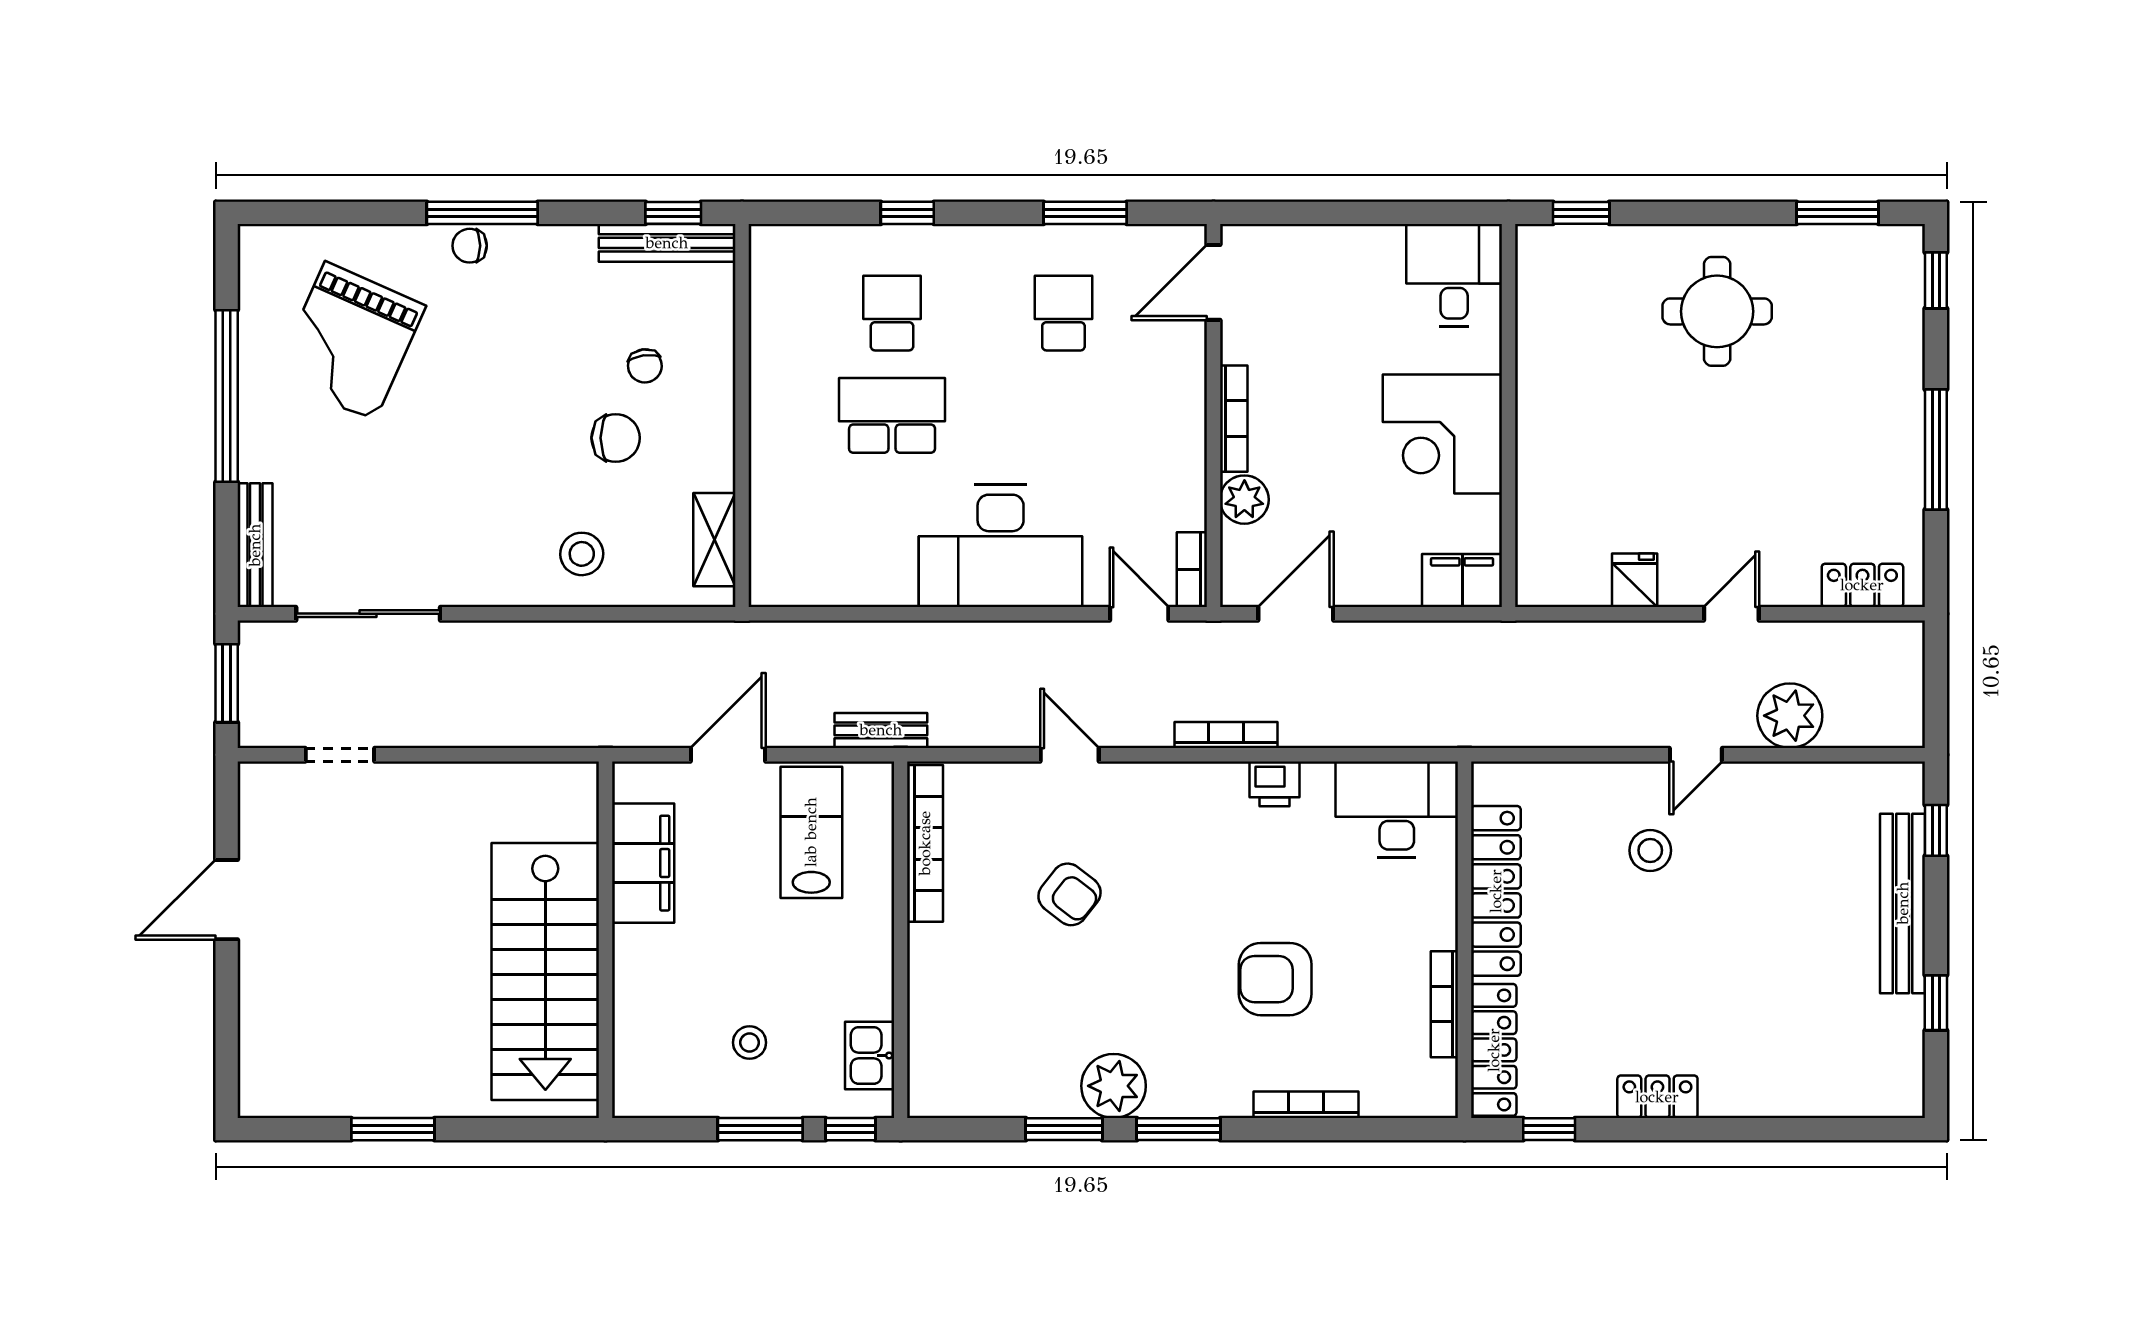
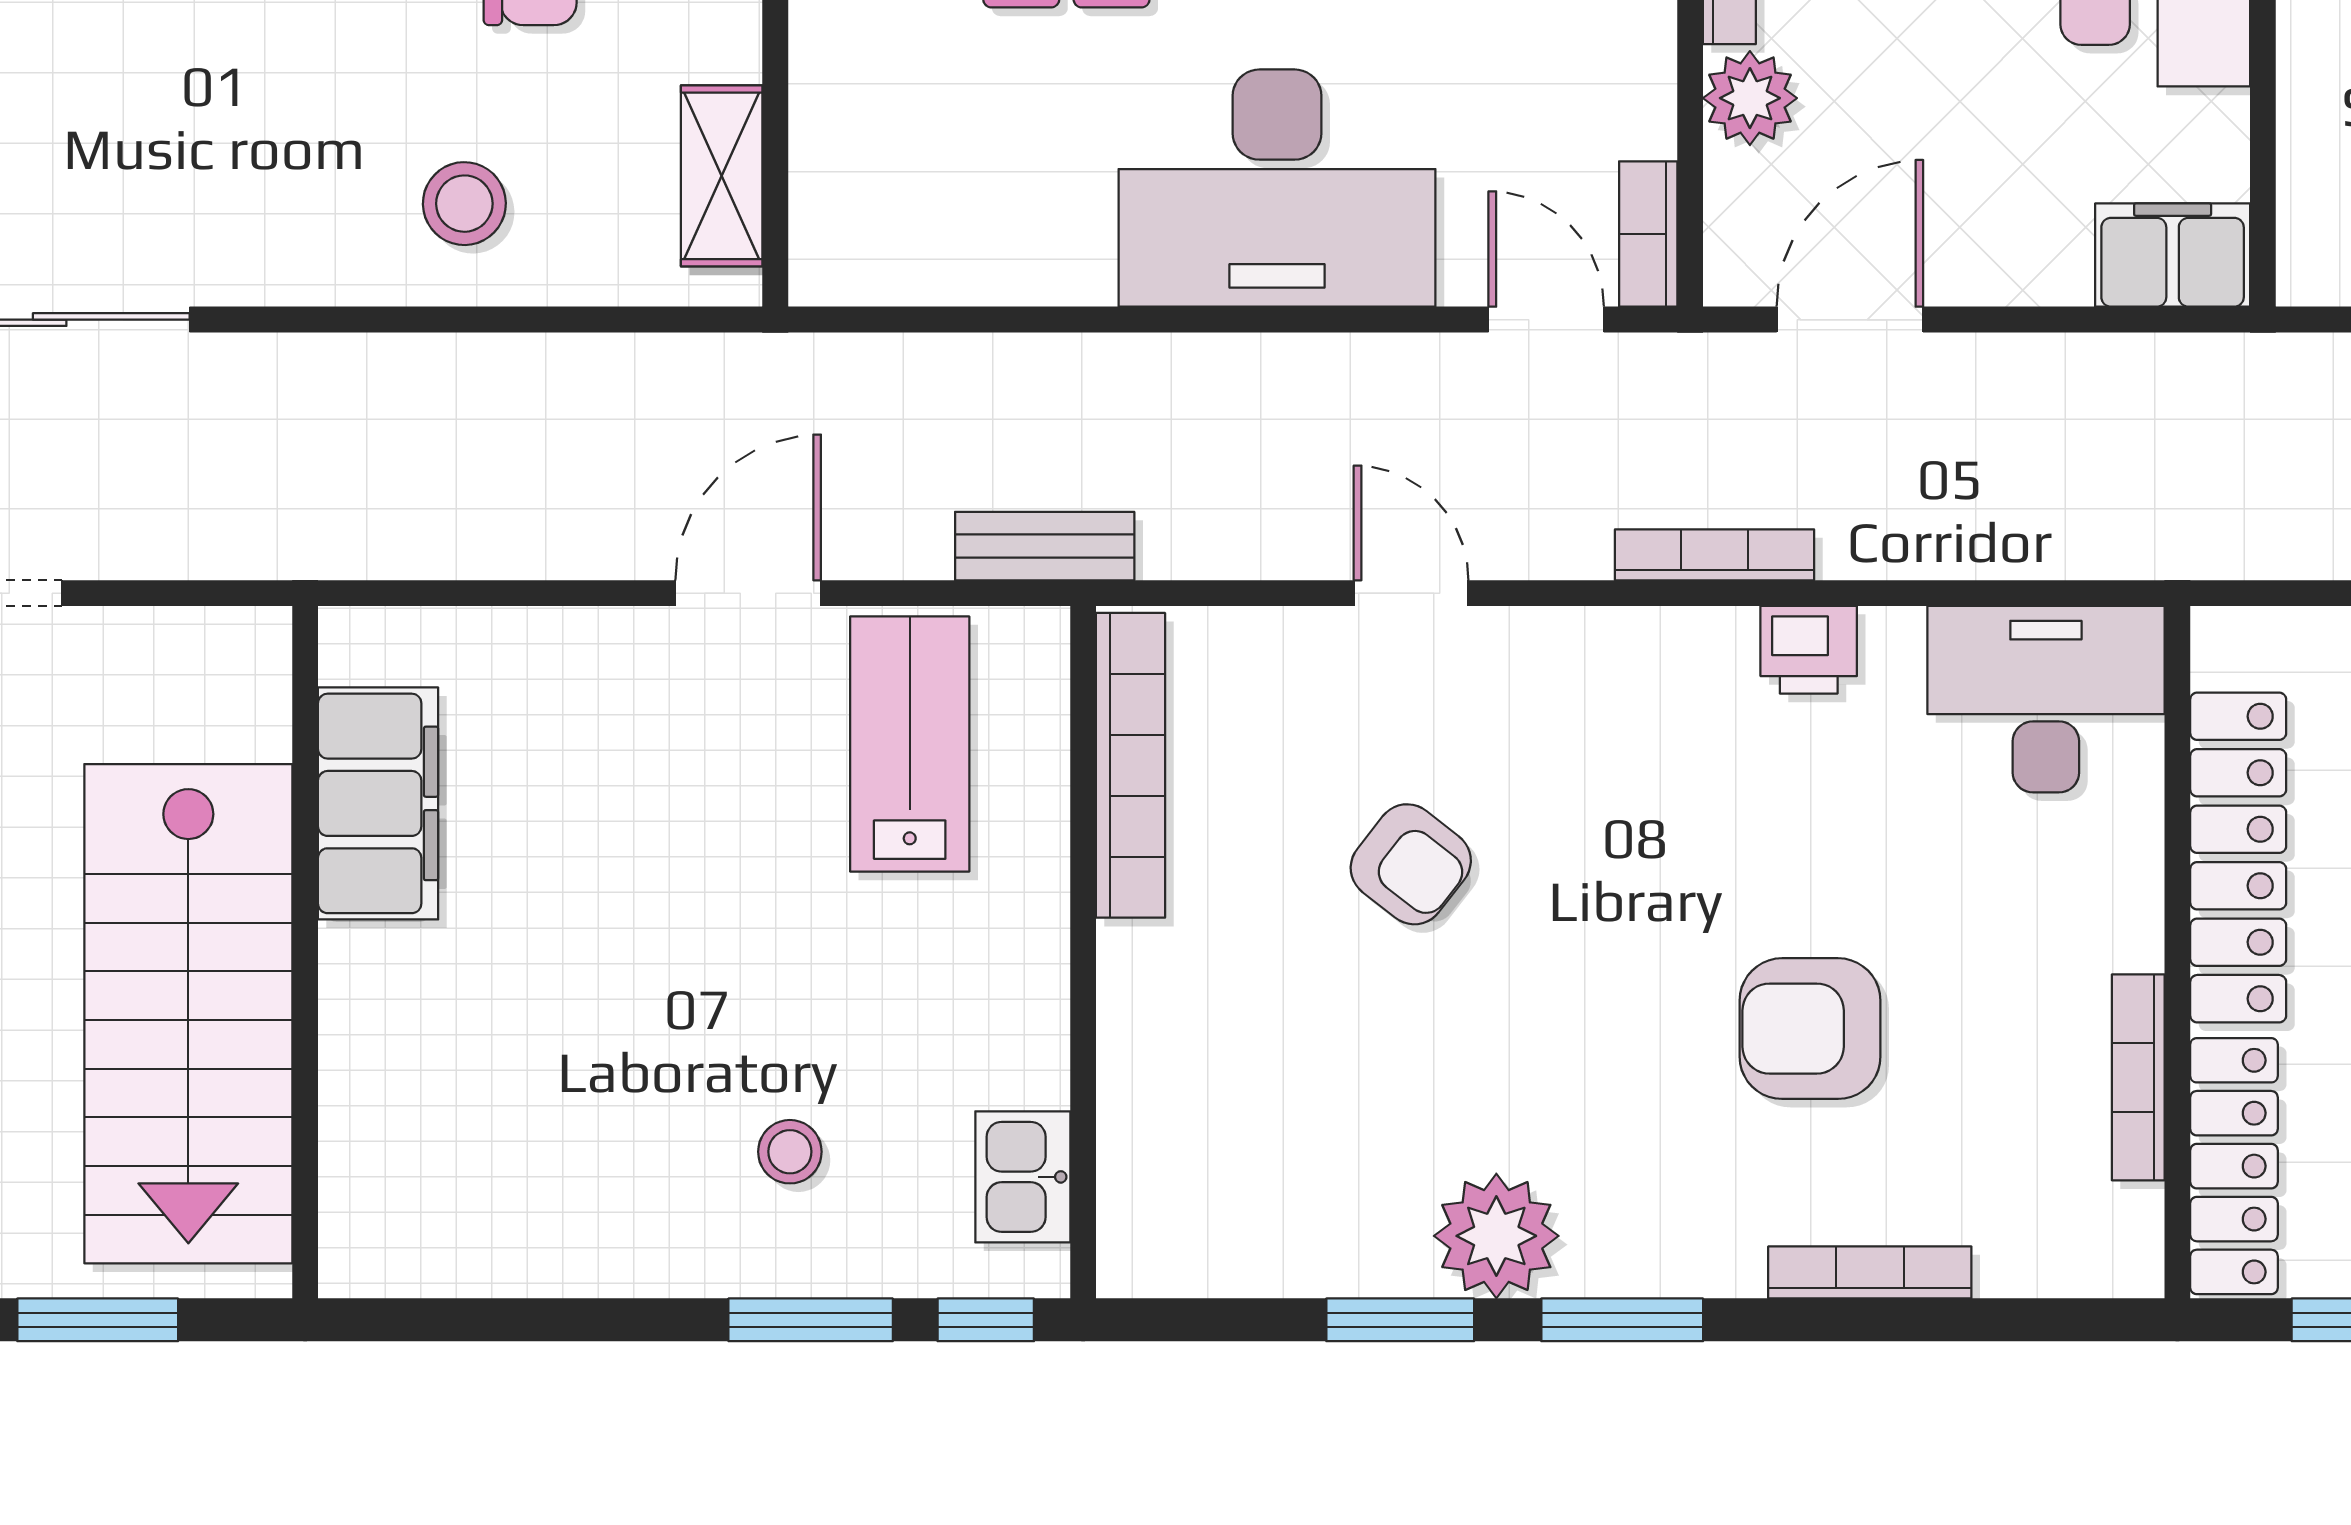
filing cabinet: (643, 863) -> (378, 803), moved
wall: (605, 940) -> (305, 952), moved
stairs: (545, 971) -> (188, 1014), moved

